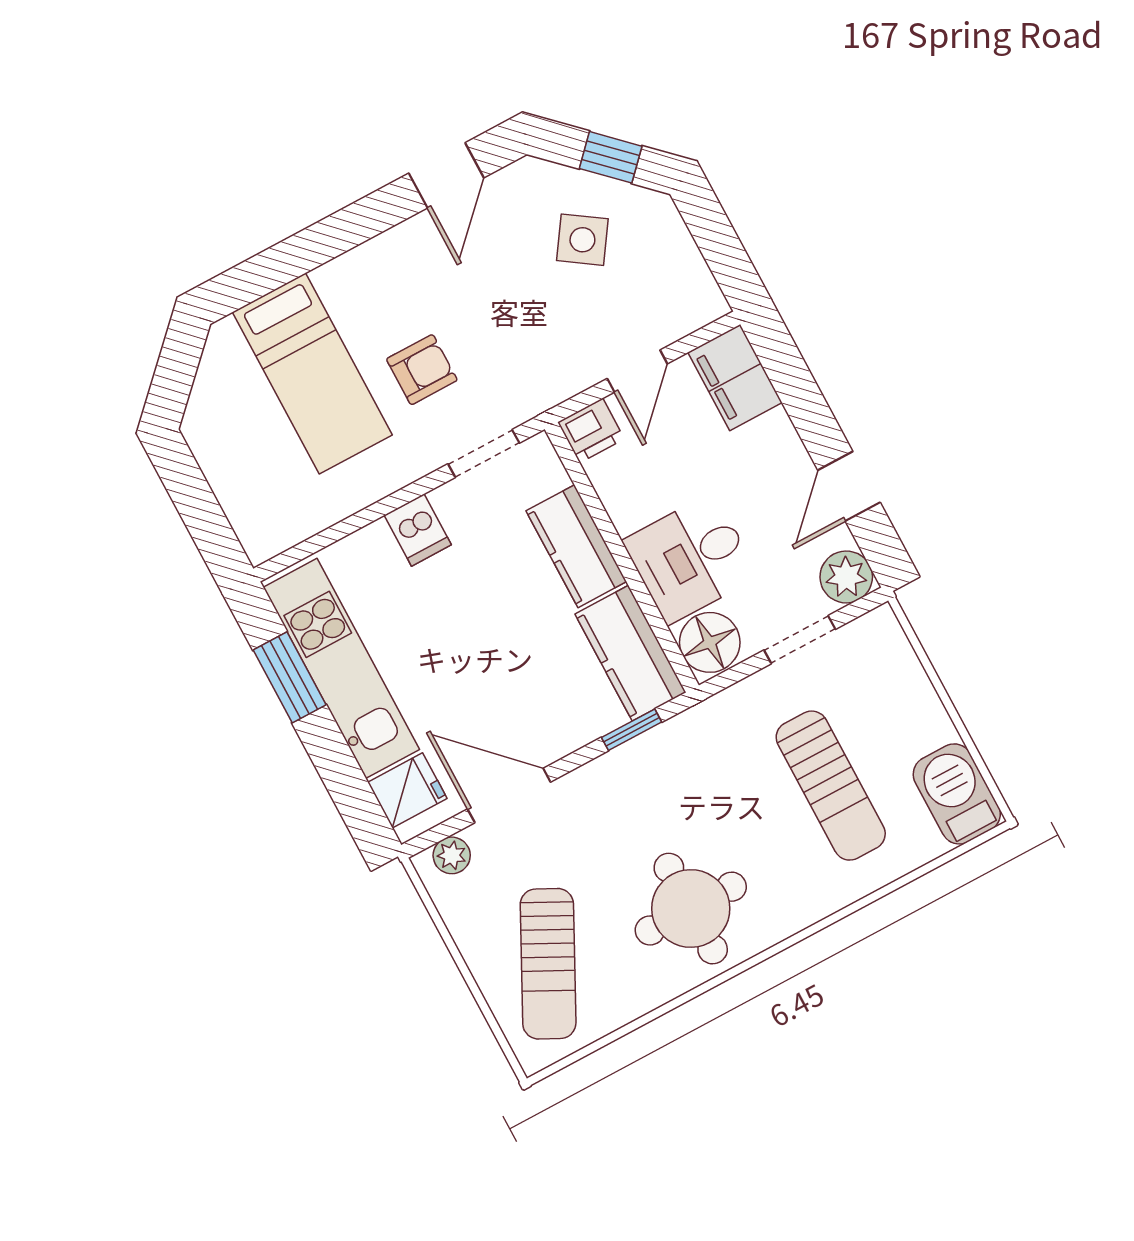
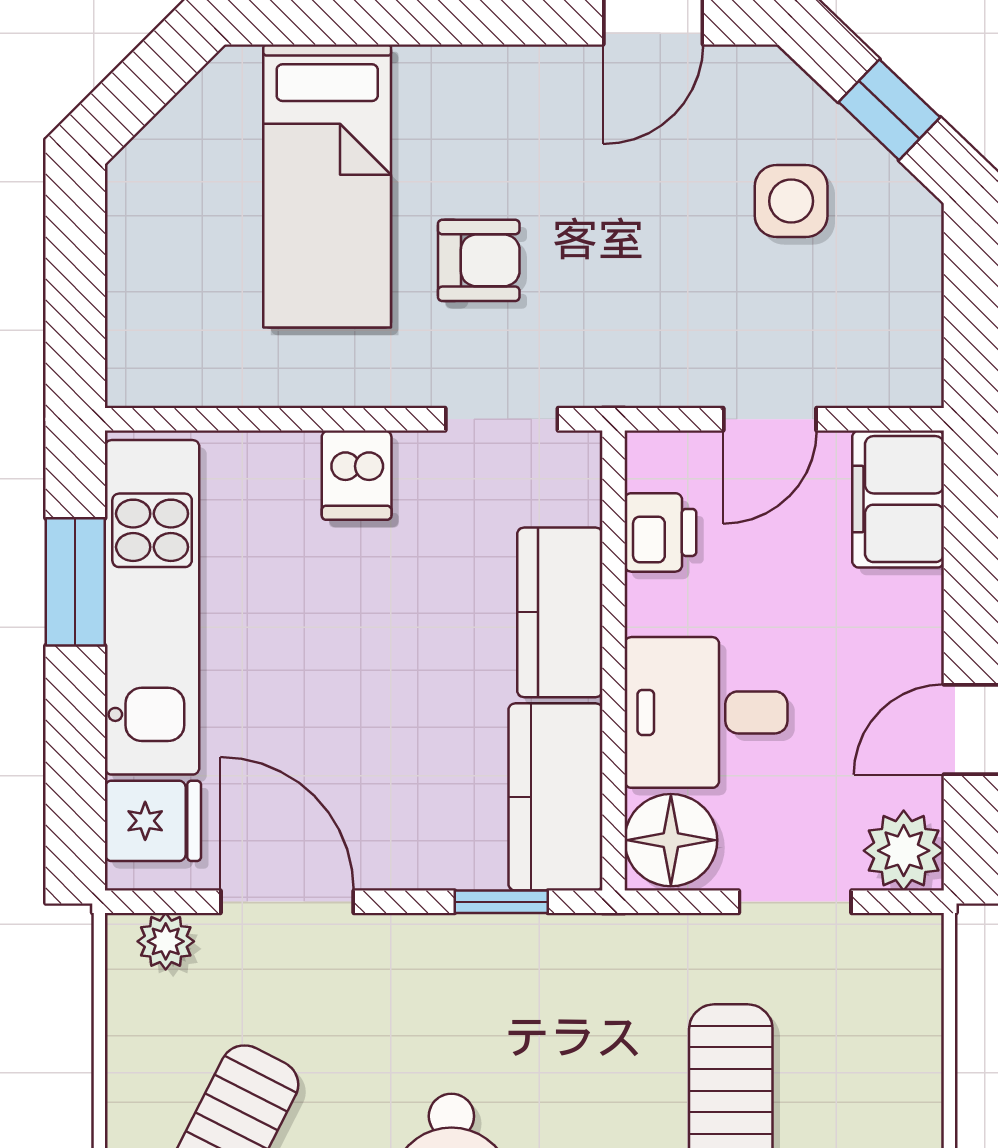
side table: (582, 240) -> (791, 201), turned -34
printer: (591, 431) -> (660, 532), moved, turned -90

